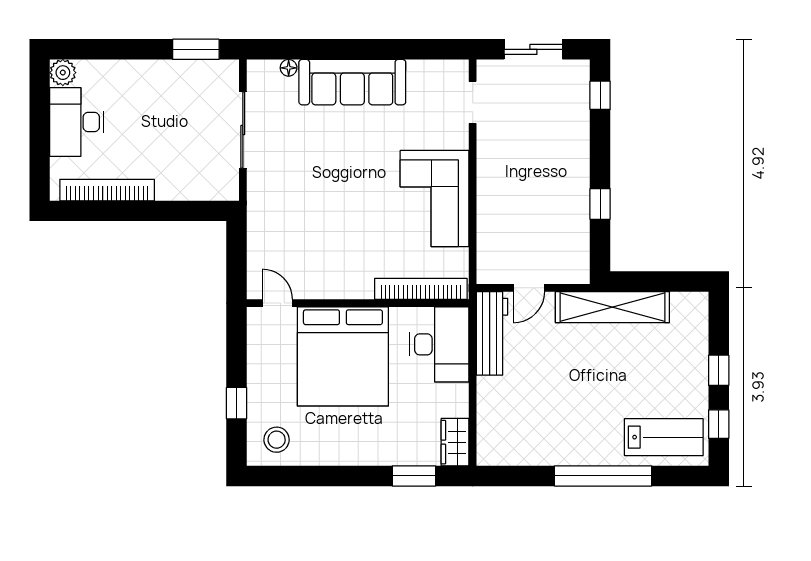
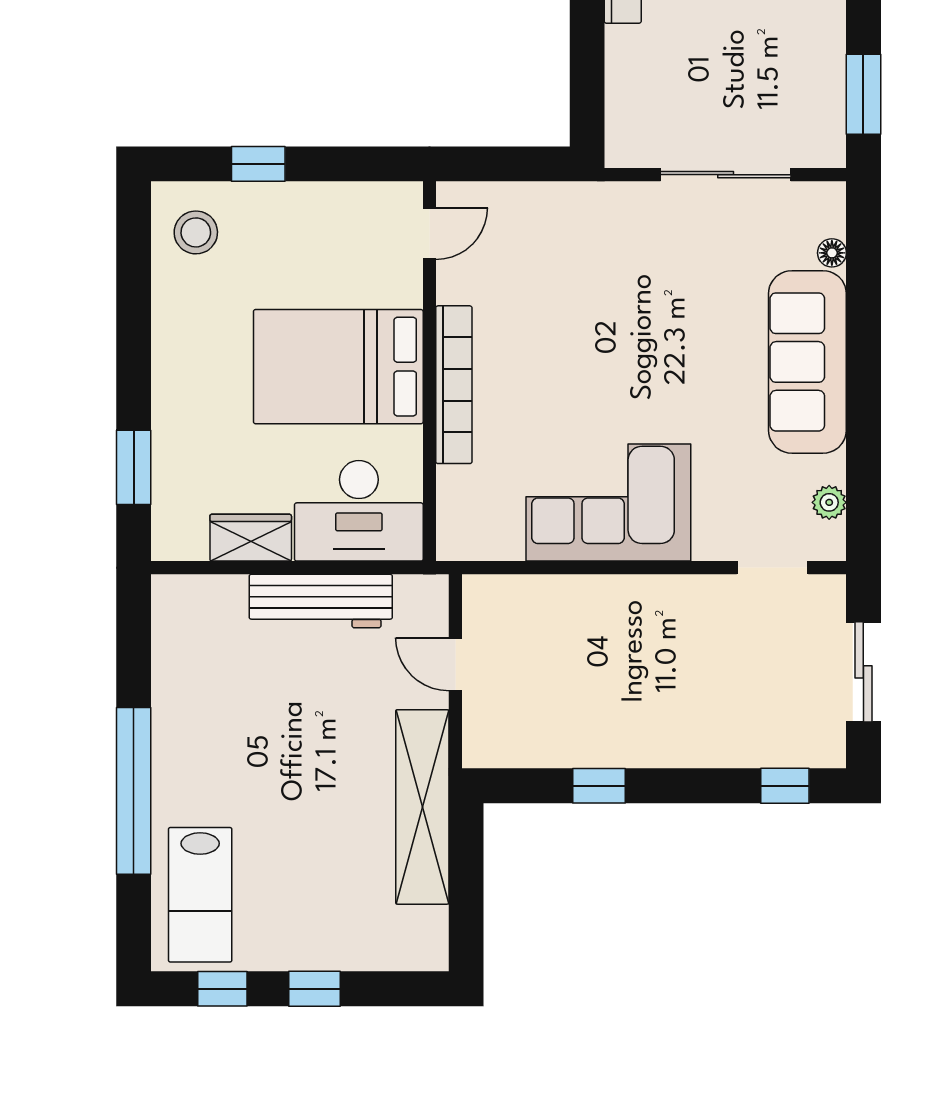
plant: (434, 69) -> (829, 502), added
bookcase: (421, 289) -> (454, 385), moved
workbench: (492, 333) -> (321, 601), moved
bed: (343, 356) -> (338, 367), width x0.73
wardrobe: (455, 442) -> (251, 538), moved

